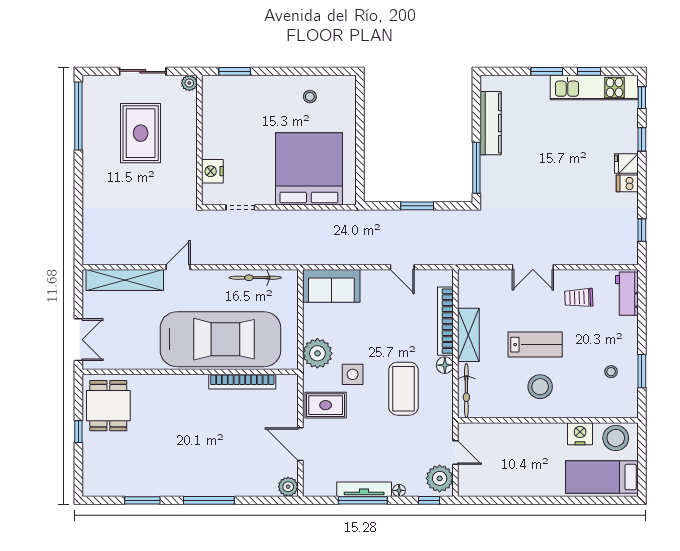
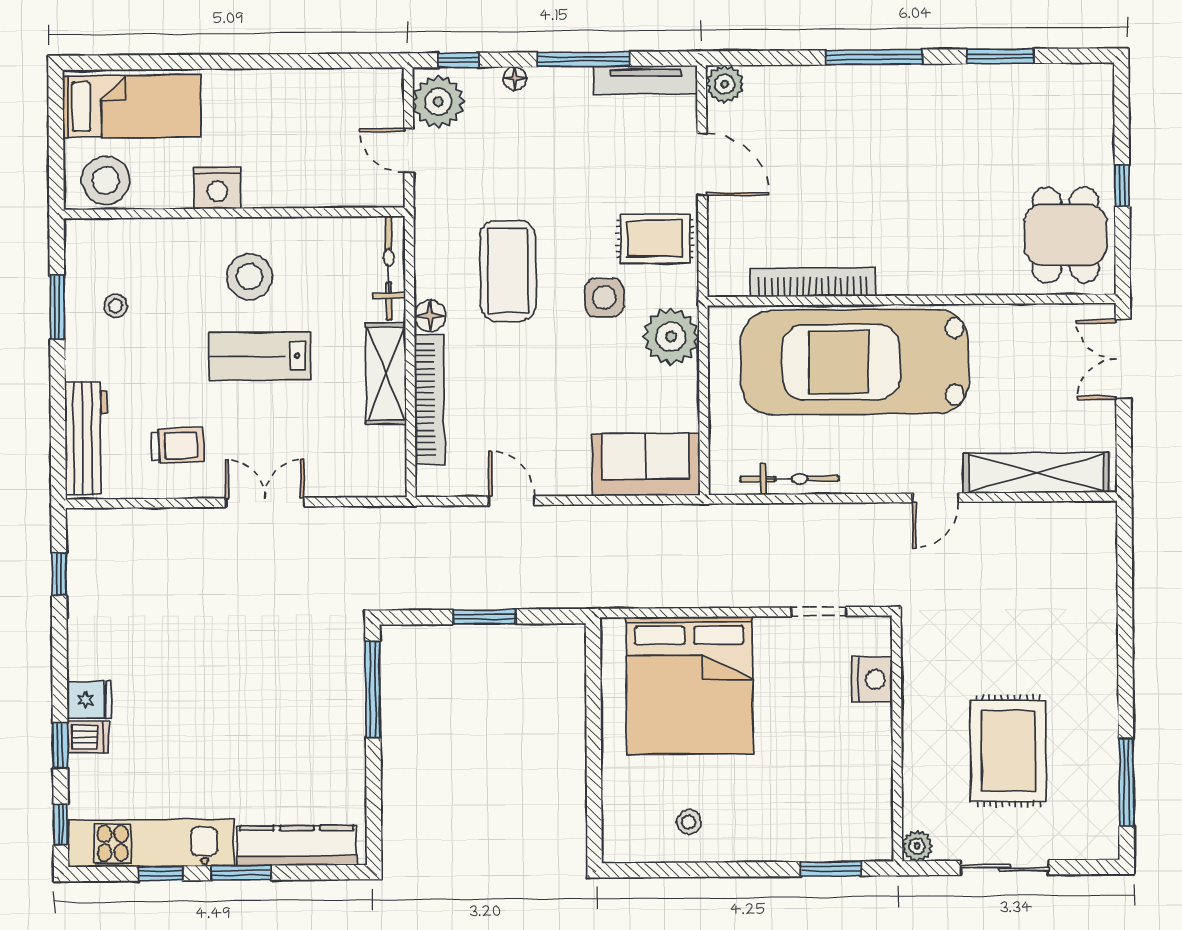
window: (78, 116) -> (1126, 782), width x0.68
kitchen counter: (491, 123) -> (297, 845), moved, turned 90
dishwasher: (627, 183) -> (88, 737), moved
workbench: (627, 294) -> (86, 438), width x1.37
nightstand: (580, 434) -> (217, 188), moved
tv unit: (364, 489) -> (646, 80), moved

